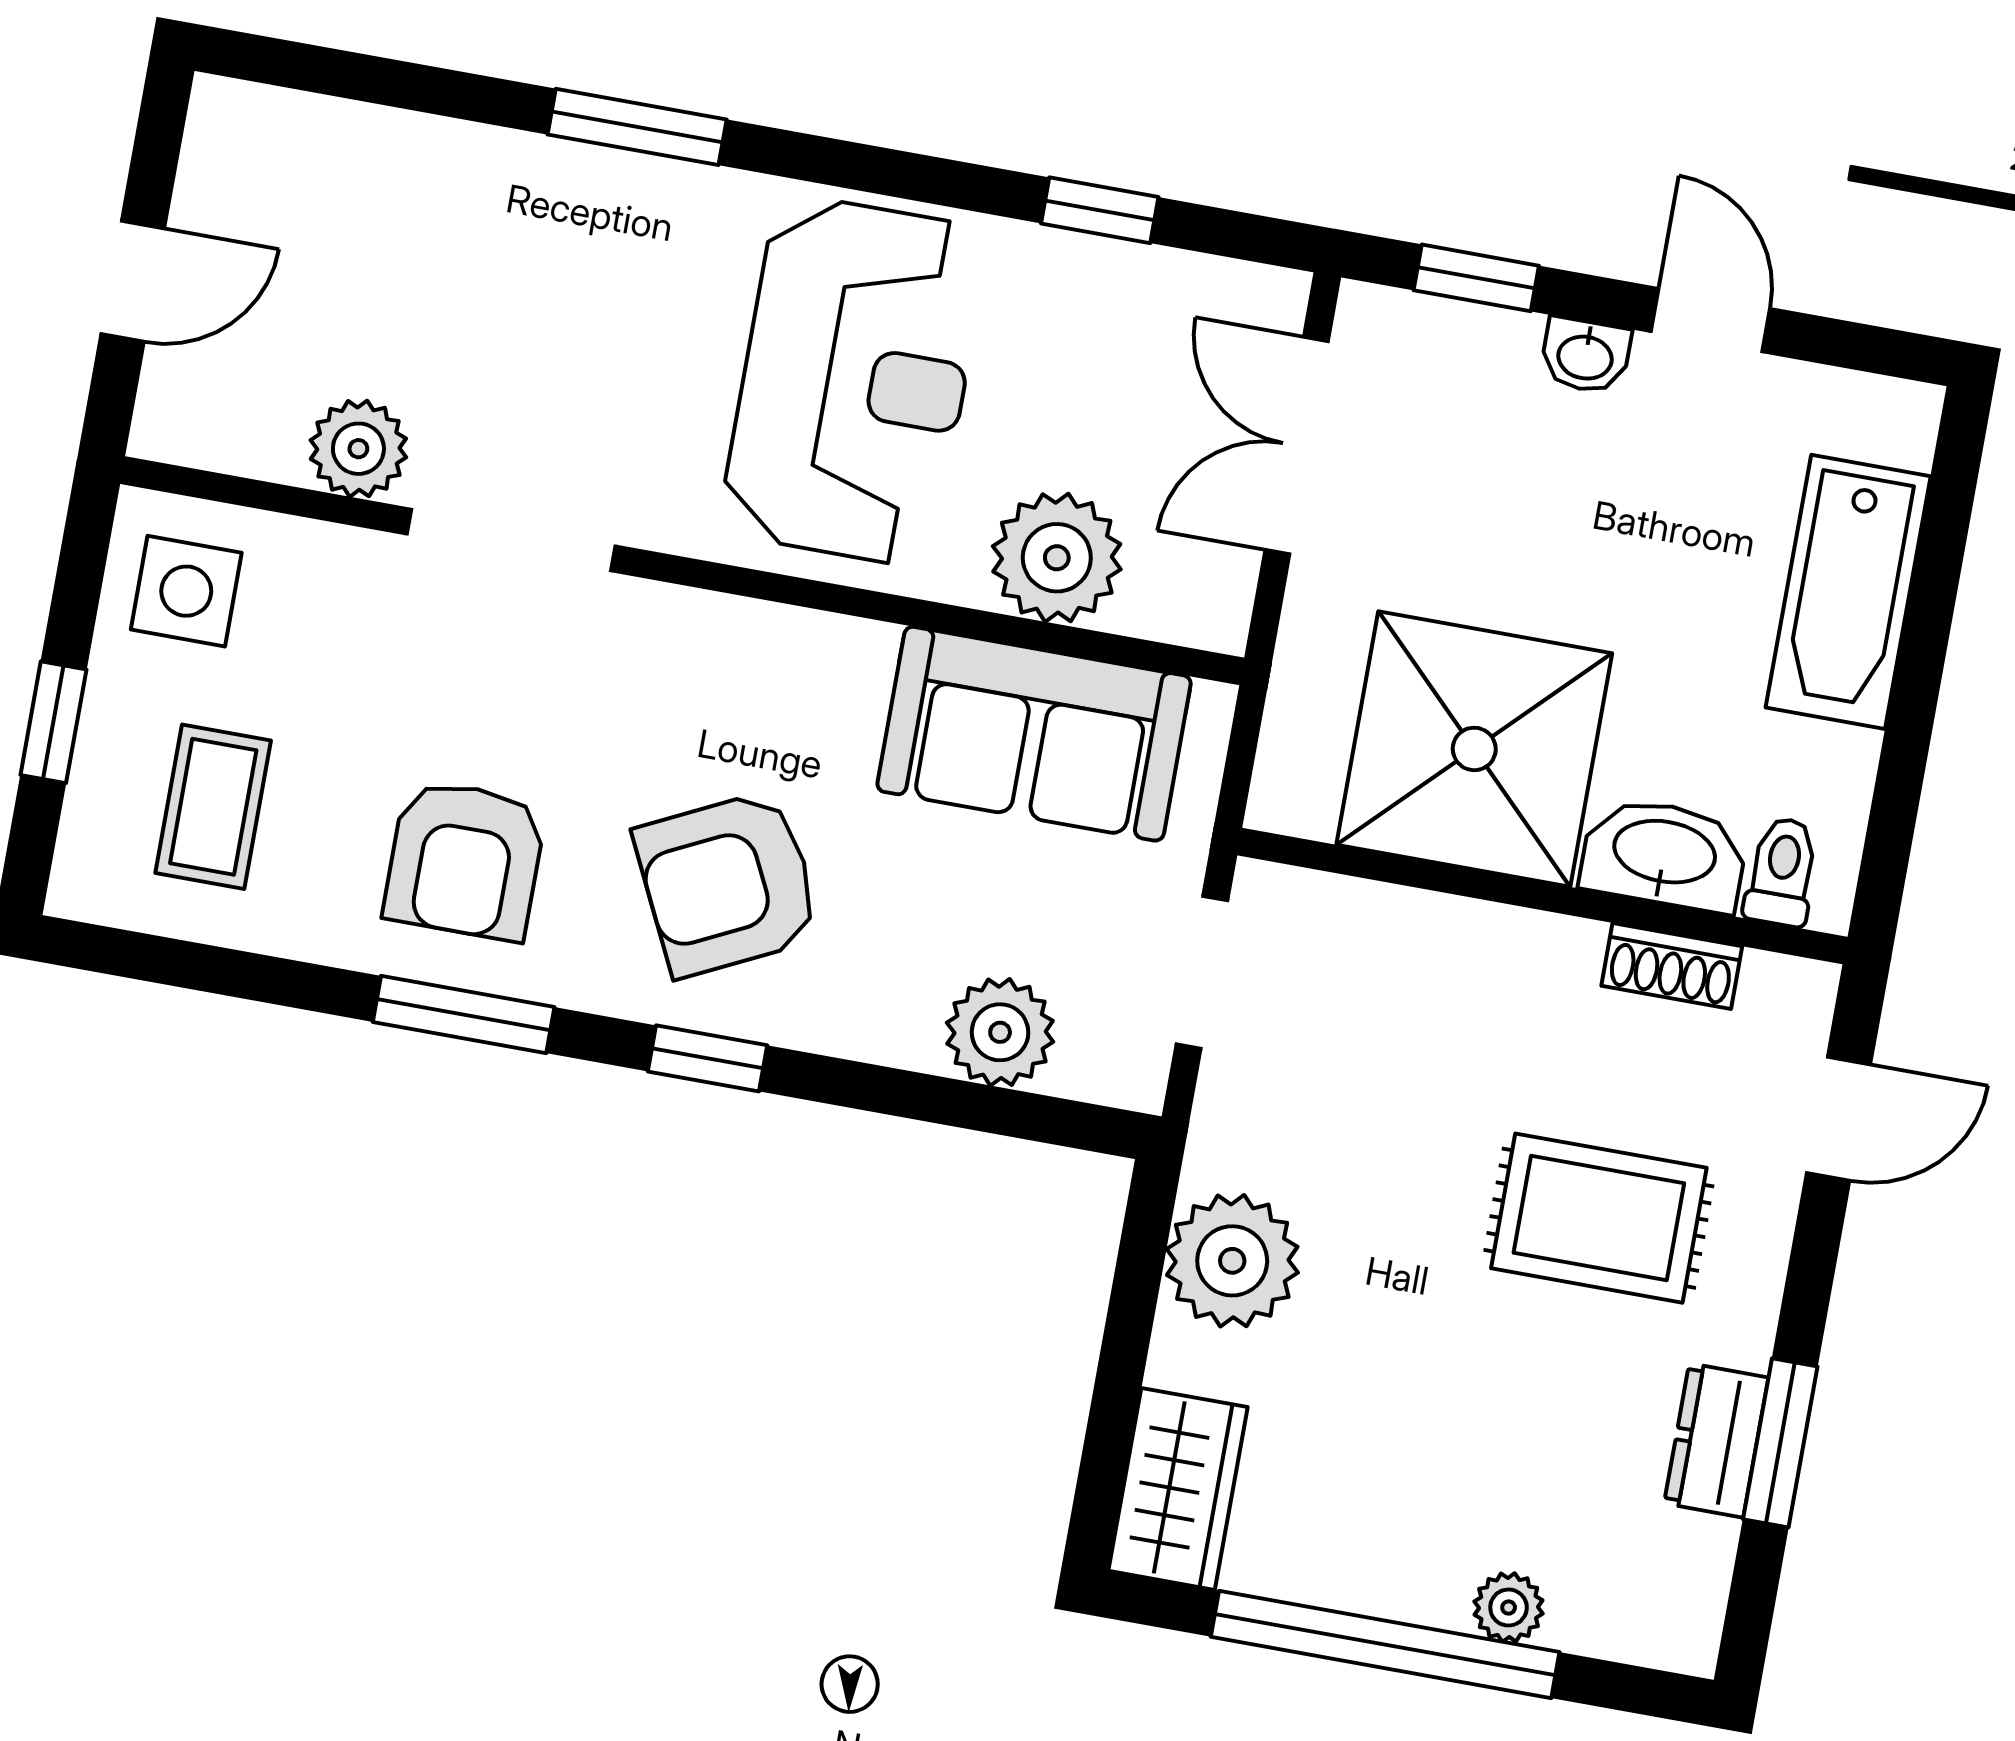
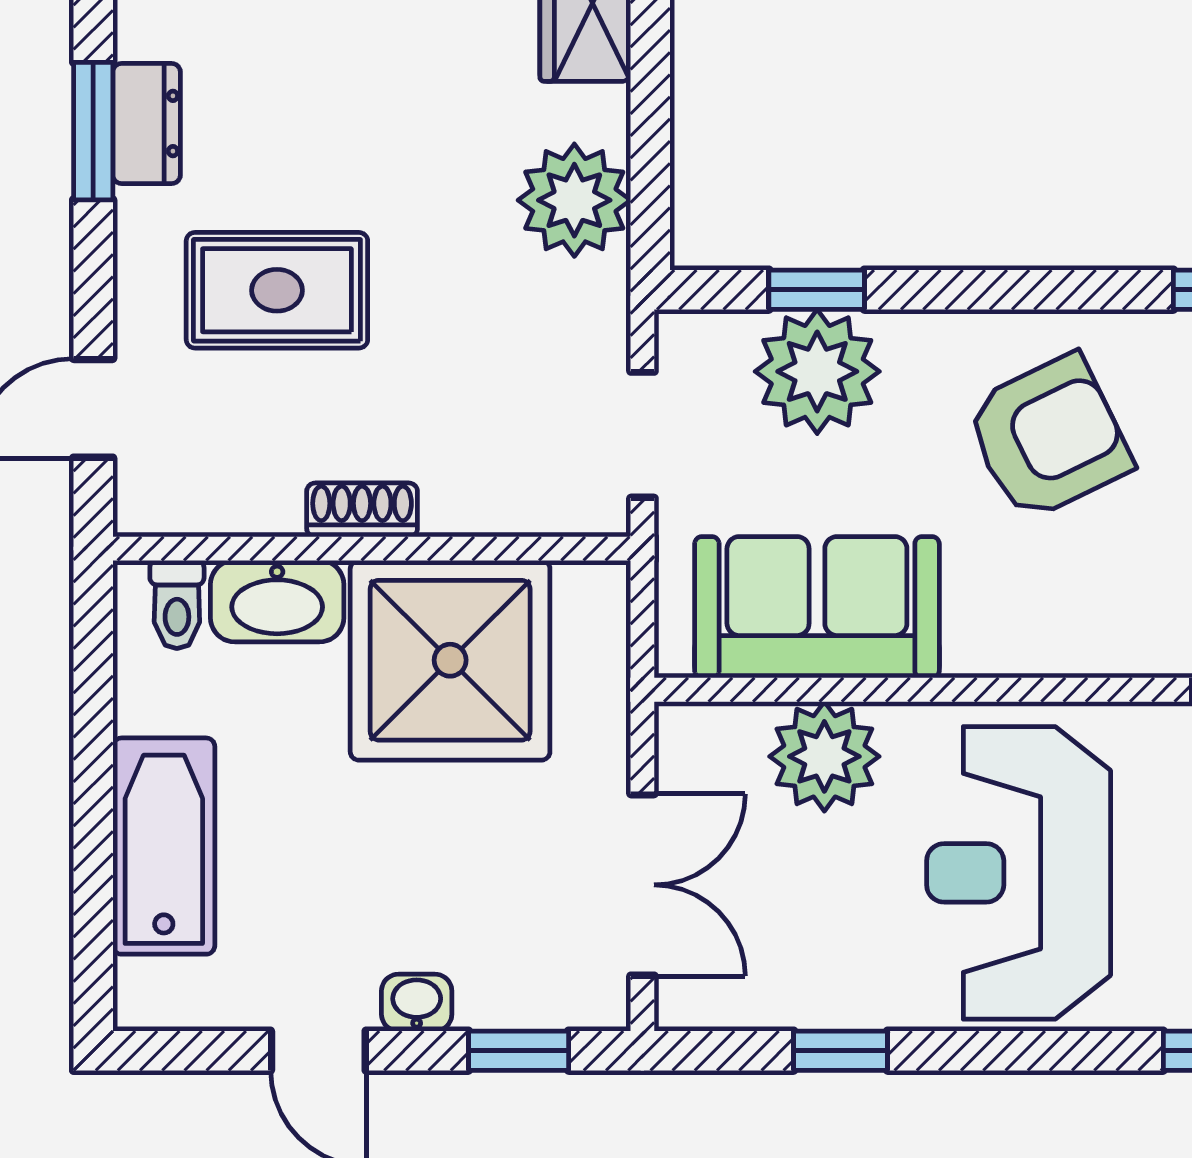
shoe rack: (1672, 966) -> (362, 510), moved
plant: (1000, 1032) -> (817, 371), width x1.36, depth x1.36
window: (707, 1058) -> (817, 290), moved

